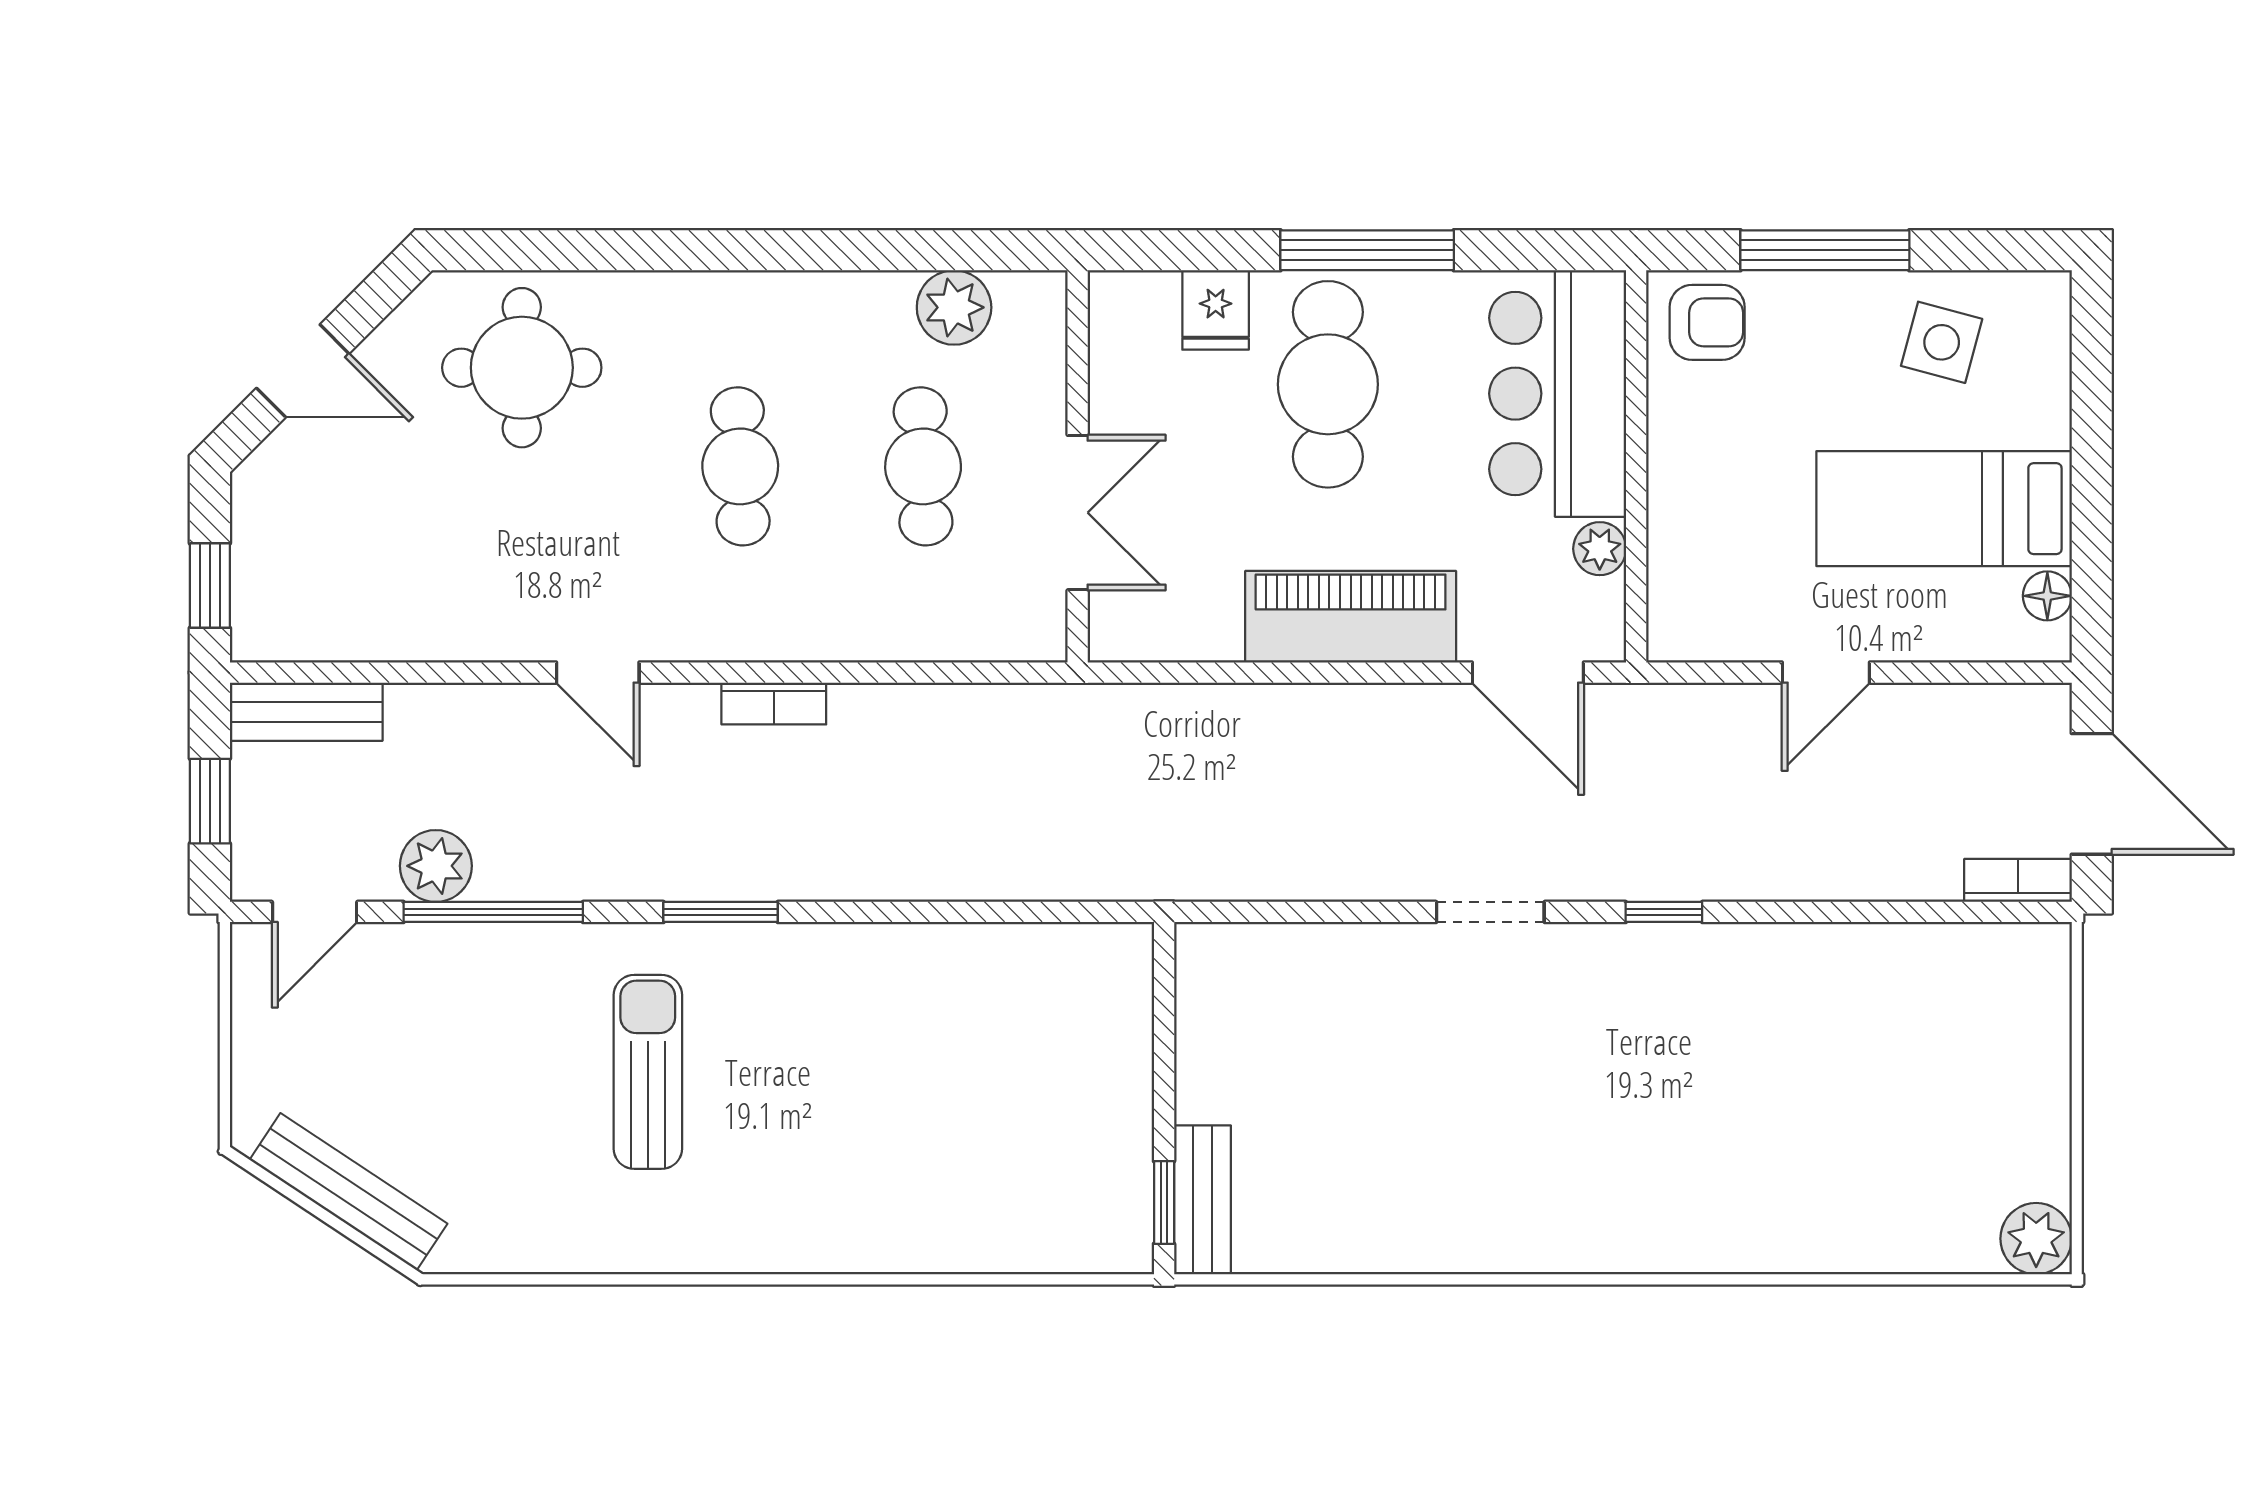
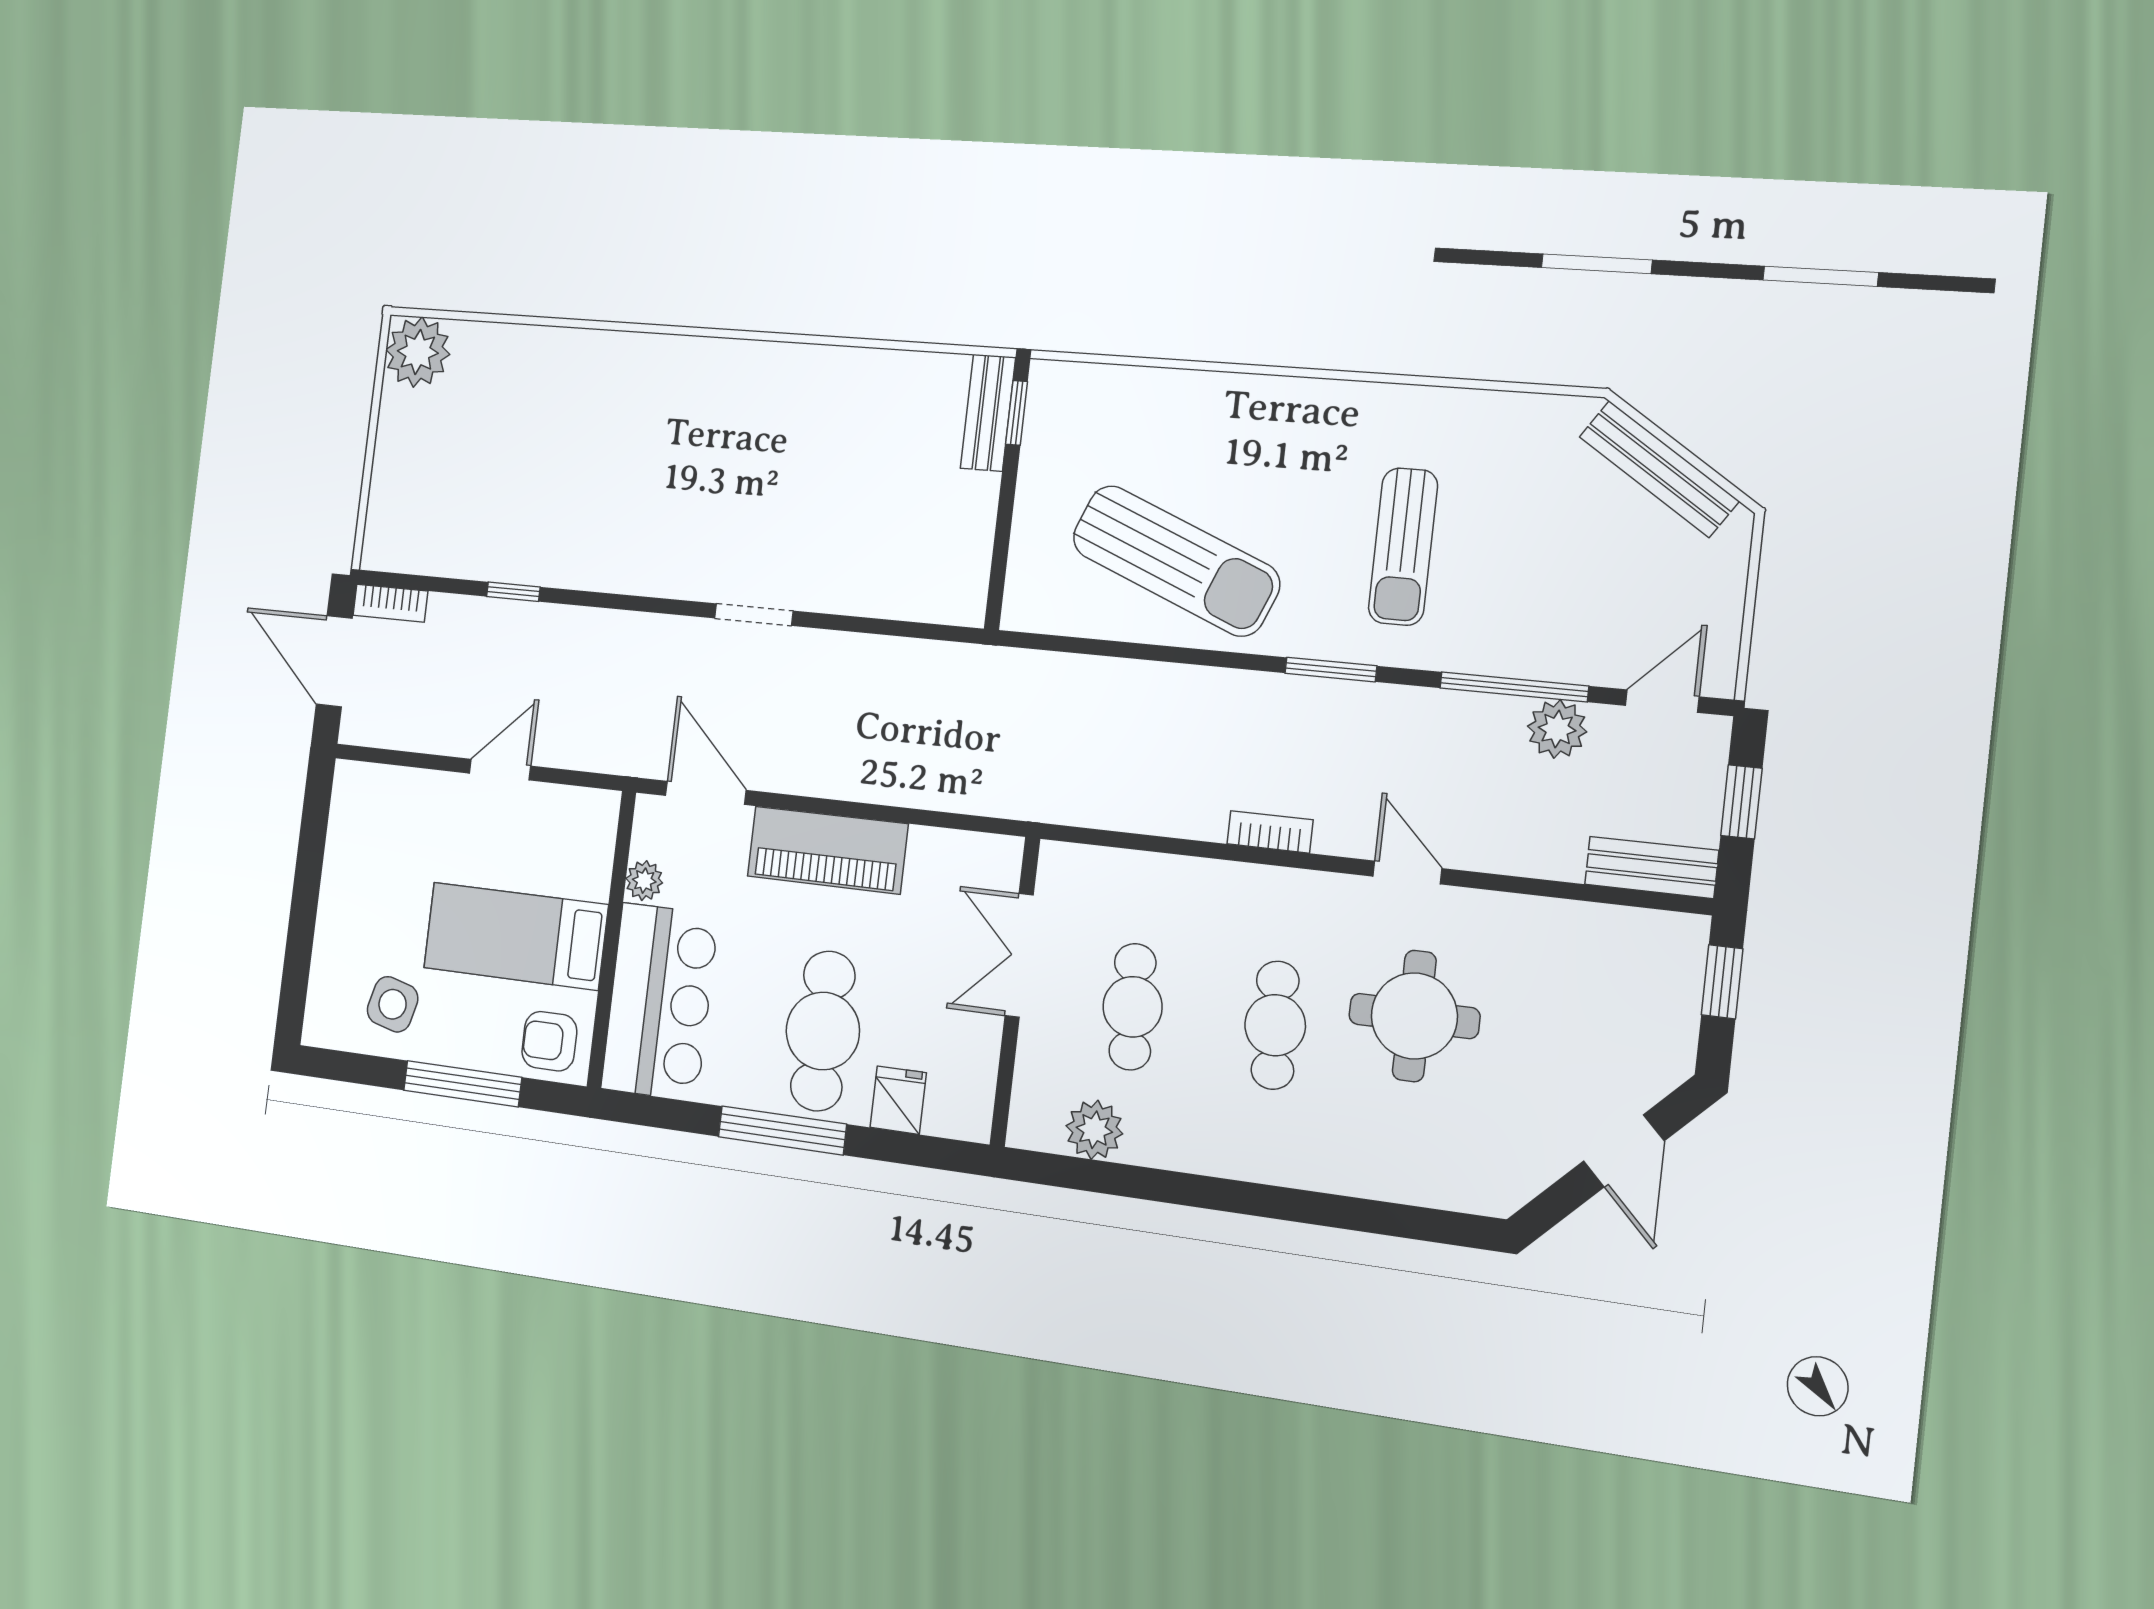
round table: (522, 368) -> (1414, 1016), moved
door: (303, 371) -> (1624, 1151), swing flipped
bed: (1944, 509) -> (516, 936), moved, turned 180
floor lamp: (2047, 596) -> (346, 809), removed
window: (1664, 912) -> (513, 592), moved
sun lounger: (933, 1030) -> (1176, 561), added
plant: (2036, 1239) -> (418, 352), width x1.36, depth x1.36

